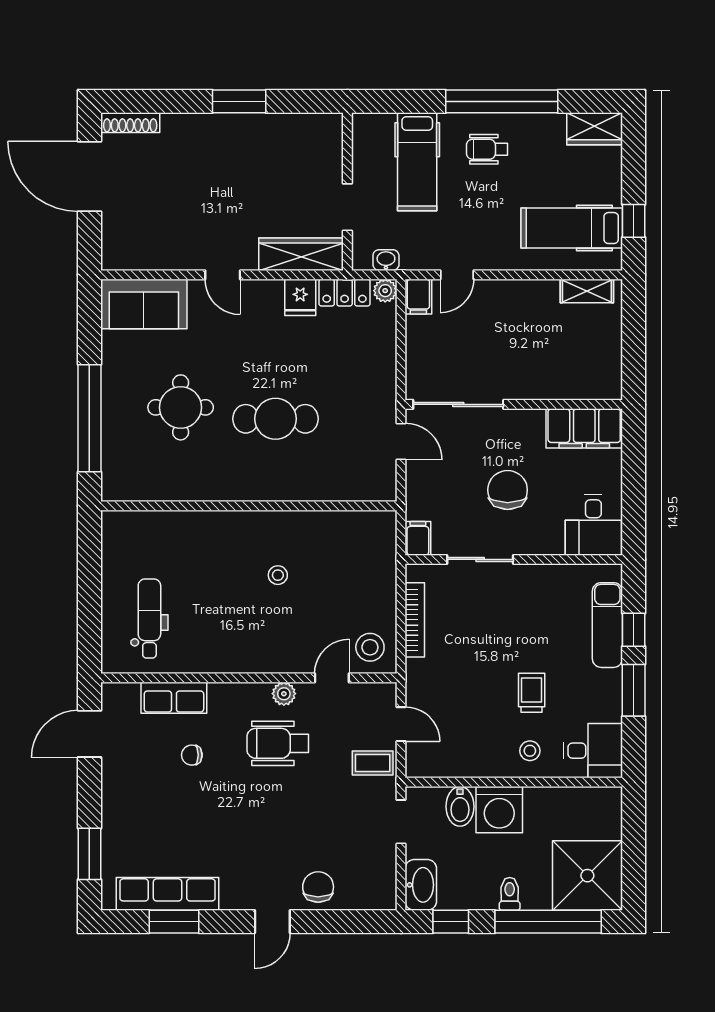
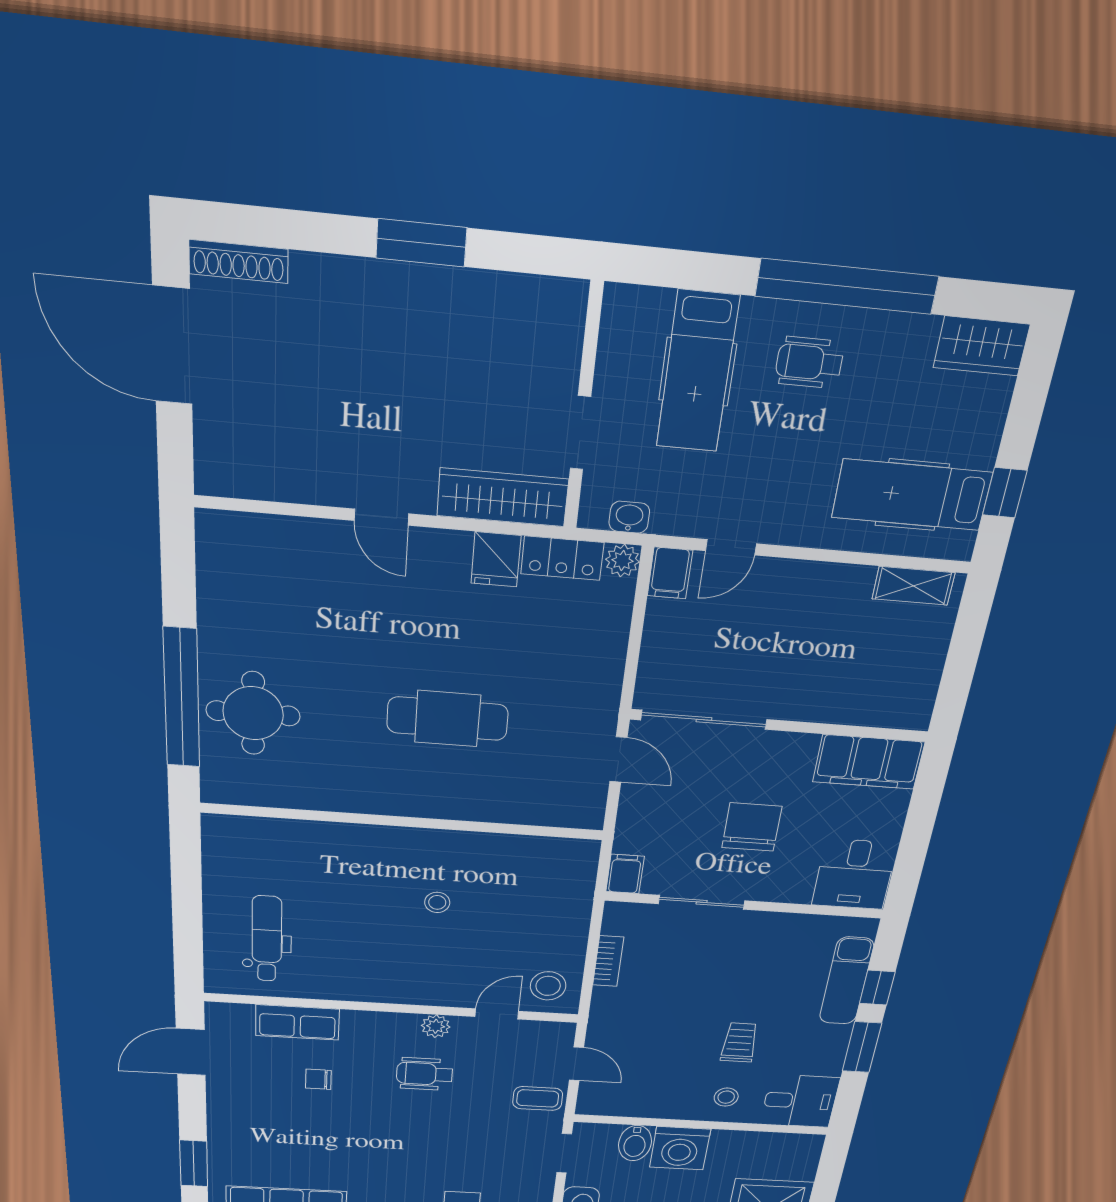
sofa: (144, 304) -> (261, 549), removed
round table: (181, 407) -> (253, 713), moved
bookcase: (415, 620) -> (608, 961), width x0.64
wheelchair: (278, 743) -> (425, 1074), width x0.73, depth x0.73

